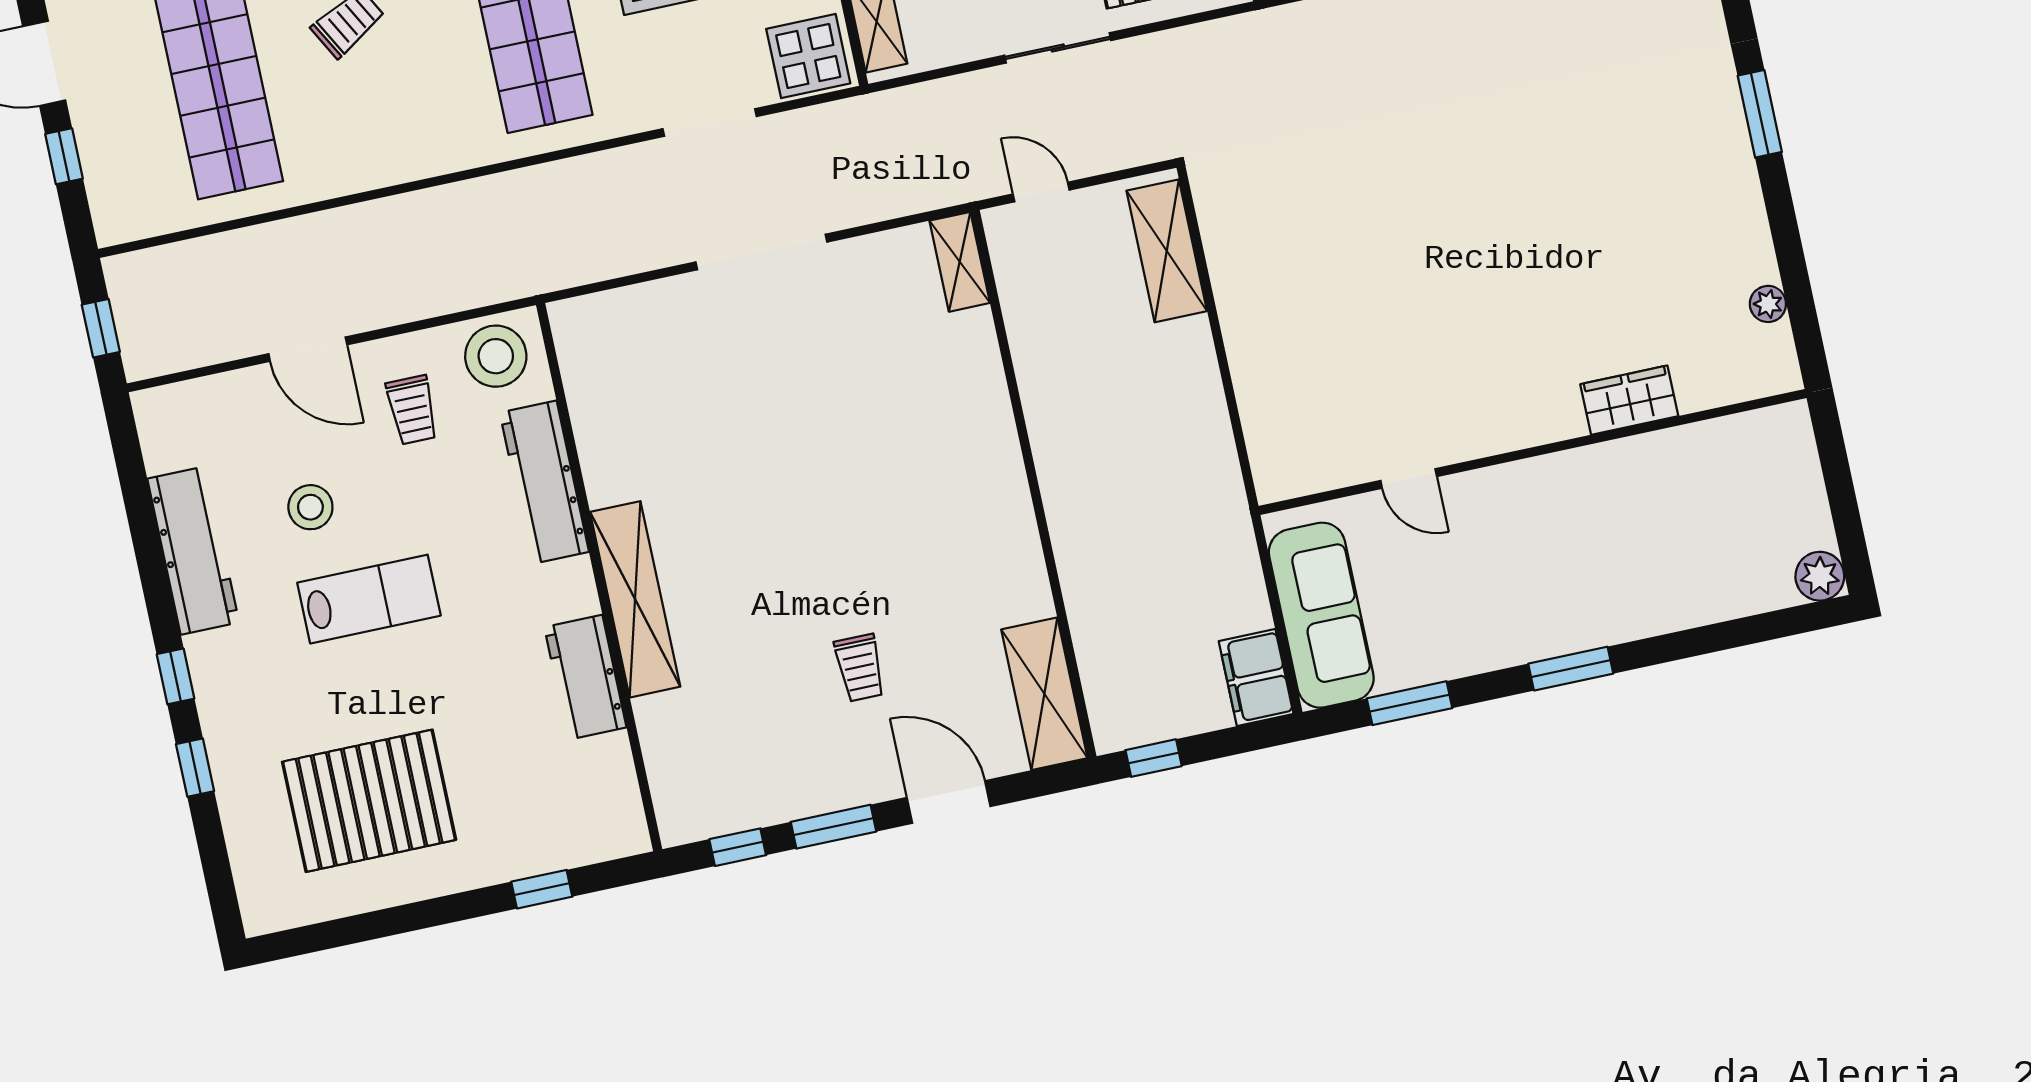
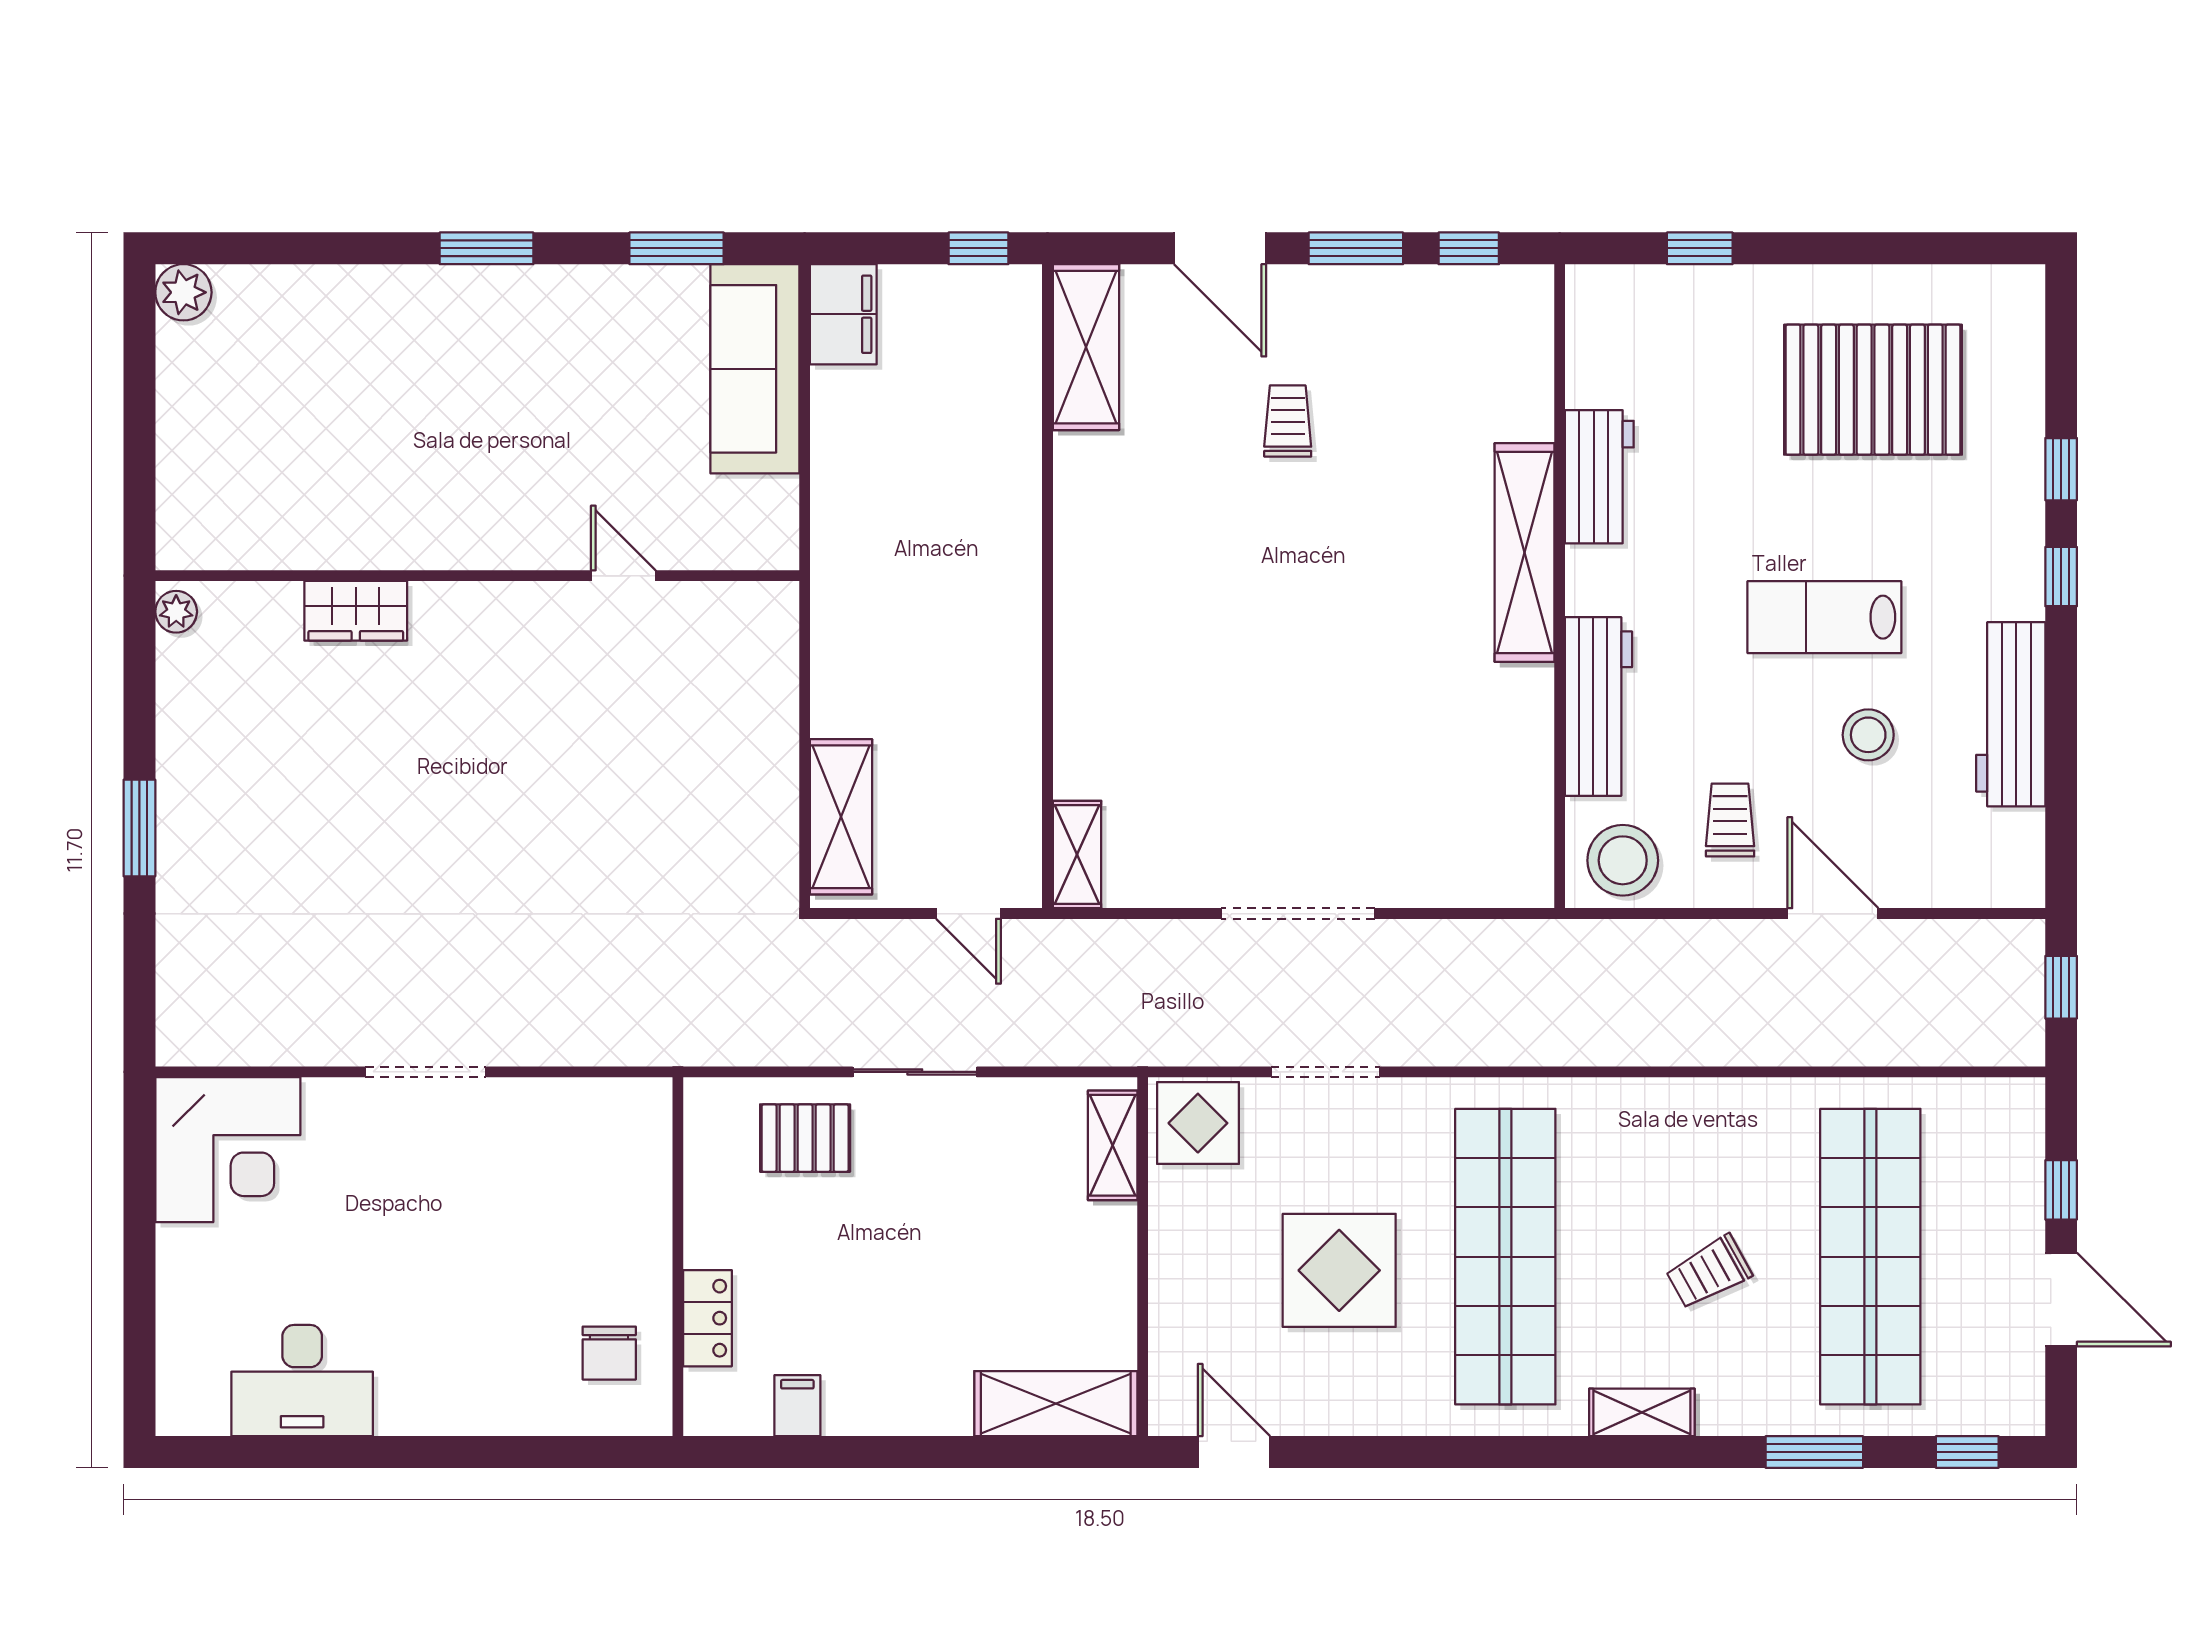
wardrobe: (1629, 400) -> (356, 611), moved
wall: (1532, 452) -> (477, 576), moved
door: (1409, 479) -> (623, 576), moved

